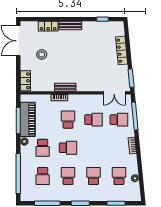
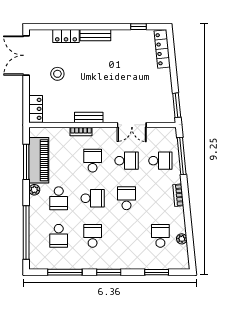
locker: (122, 50) -> (162, 49), moved
double door: (114, 93) -> (132, 125), moved
school desk: (93, 176) -> (126, 198), moved

